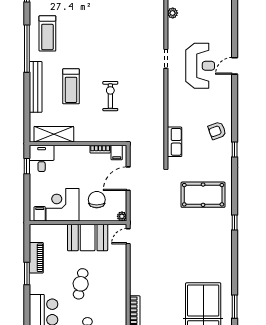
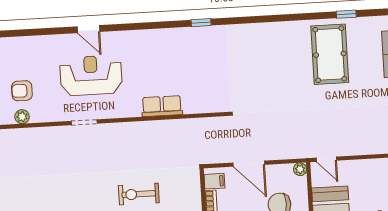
armchair: (217, 131) -> (22, 91), moved, turned 110
row of seats: (174, 142) -> (162, 106), moved
pool table: (203, 195) -> (330, 54), moved
window: (235, 223) -> (346, 14), moved

